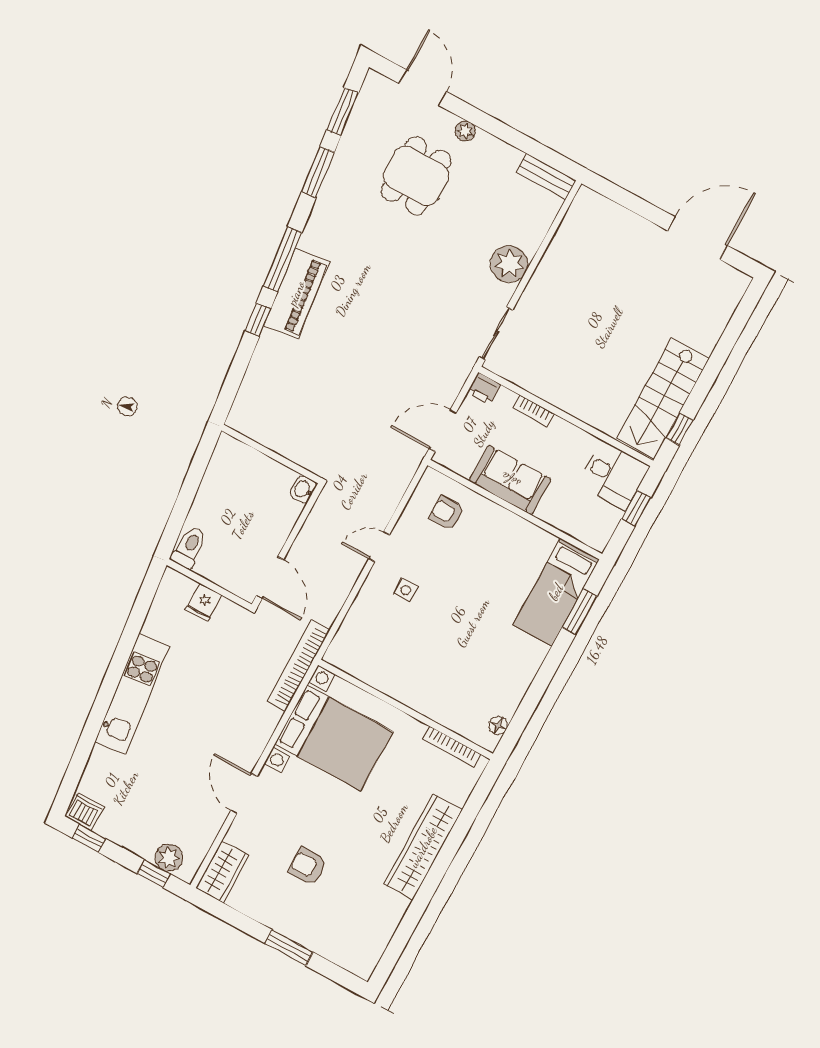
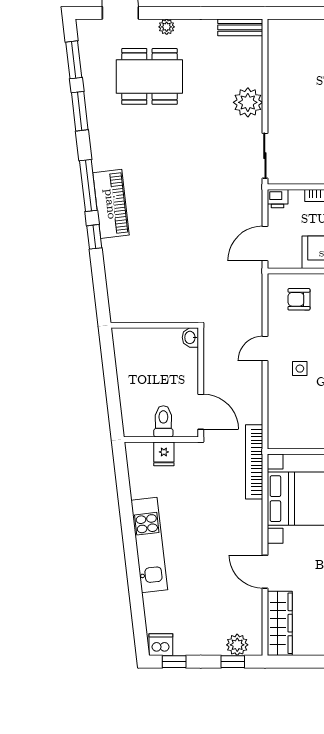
dining table: (416, 176) -> (149, 76), width x1.37
toilet: (189, 548) -> (163, 421), moved
wardrobe: (223, 872) -> (280, 623), width x1.50

